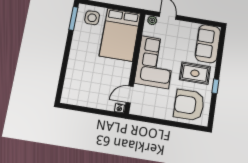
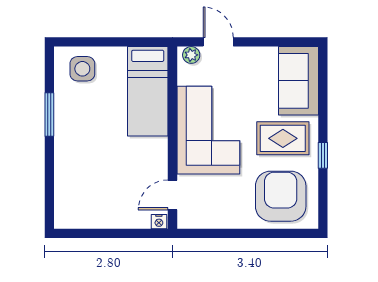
window: (73, 18) -> (49, 114), moved
bed: (120, 35) -> (148, 91), width x0.67
armchair: (189, 105) -> (281, 196), turned 90

